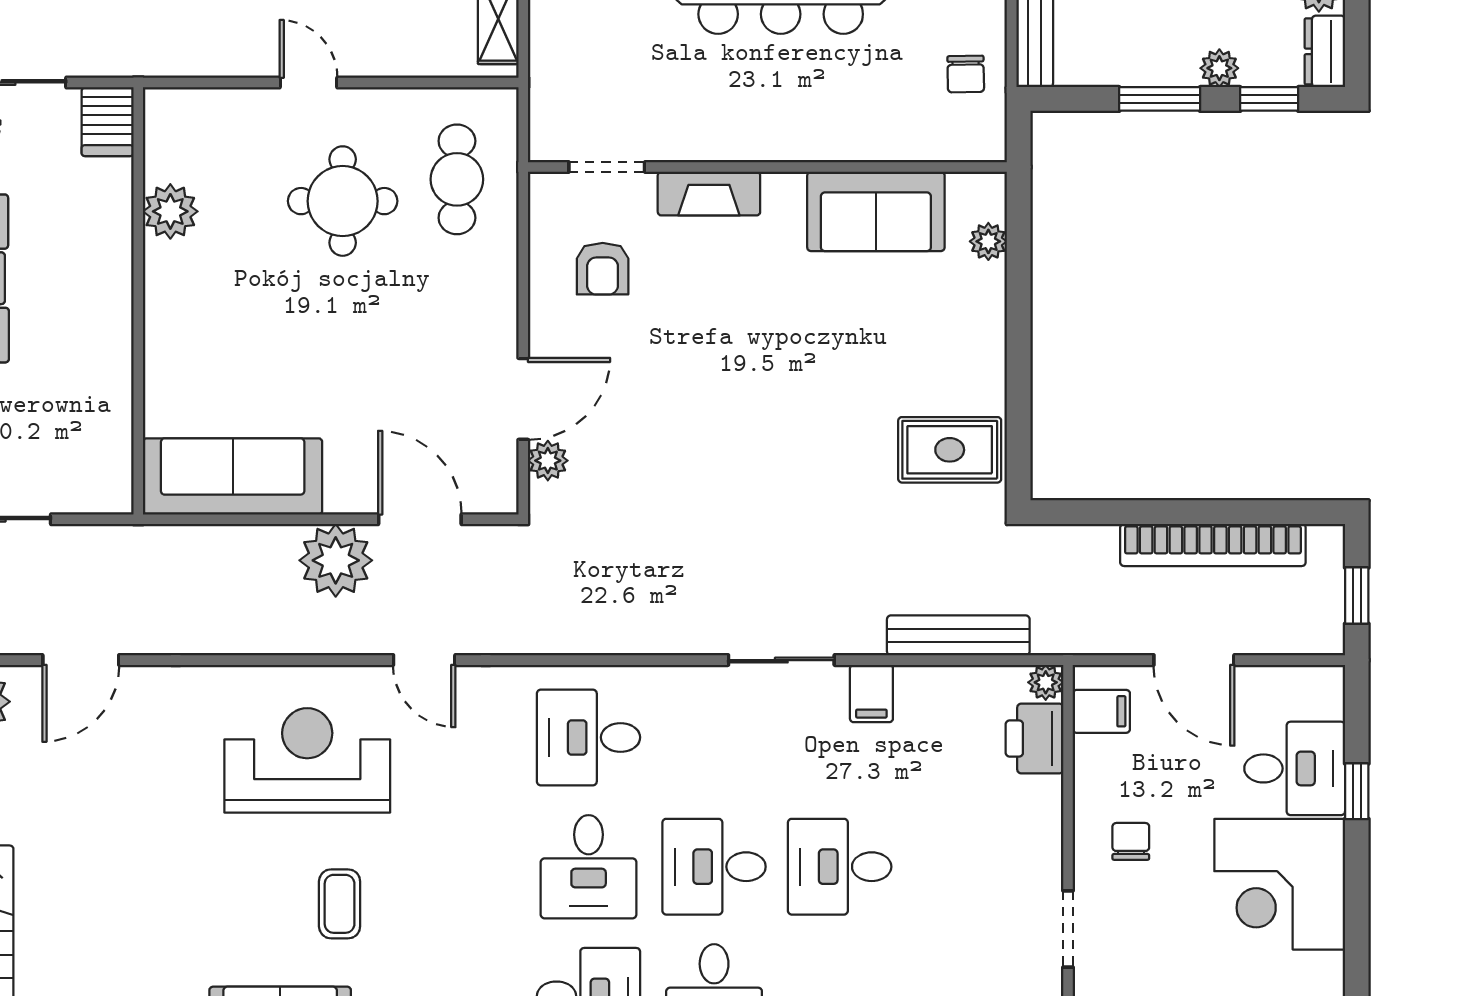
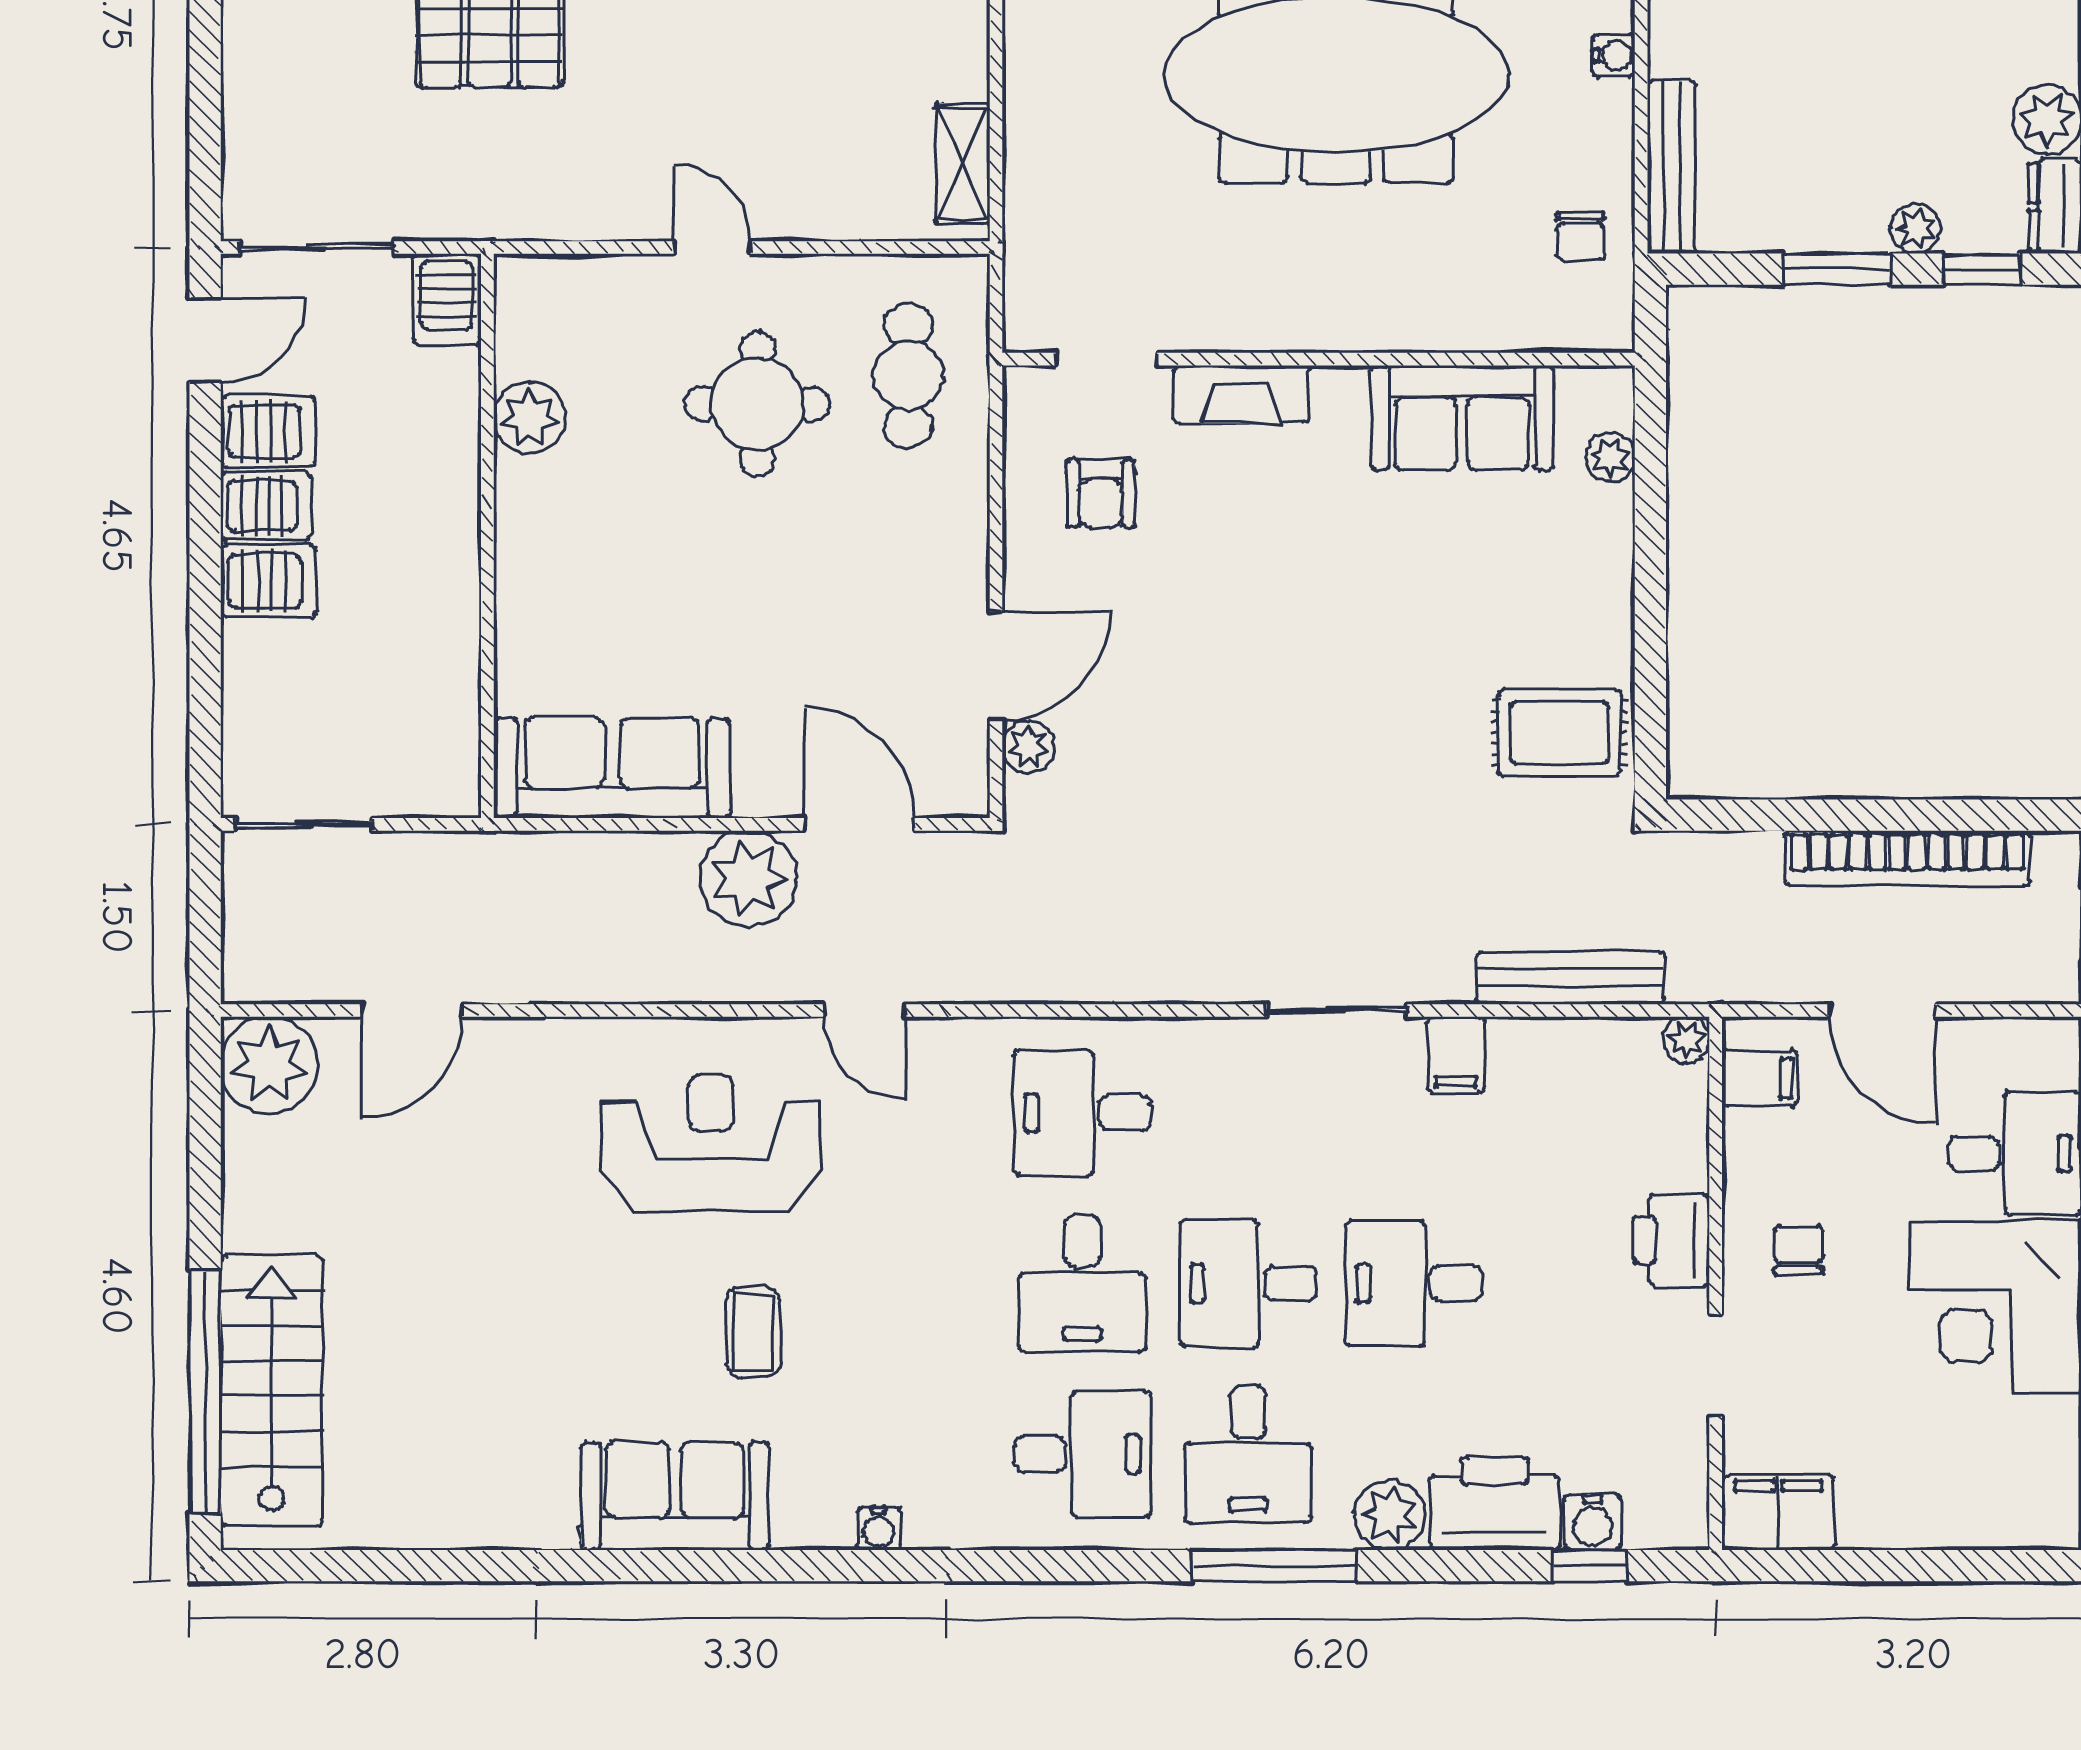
printer: (1034, 739) -> (1671, 1240), moved

